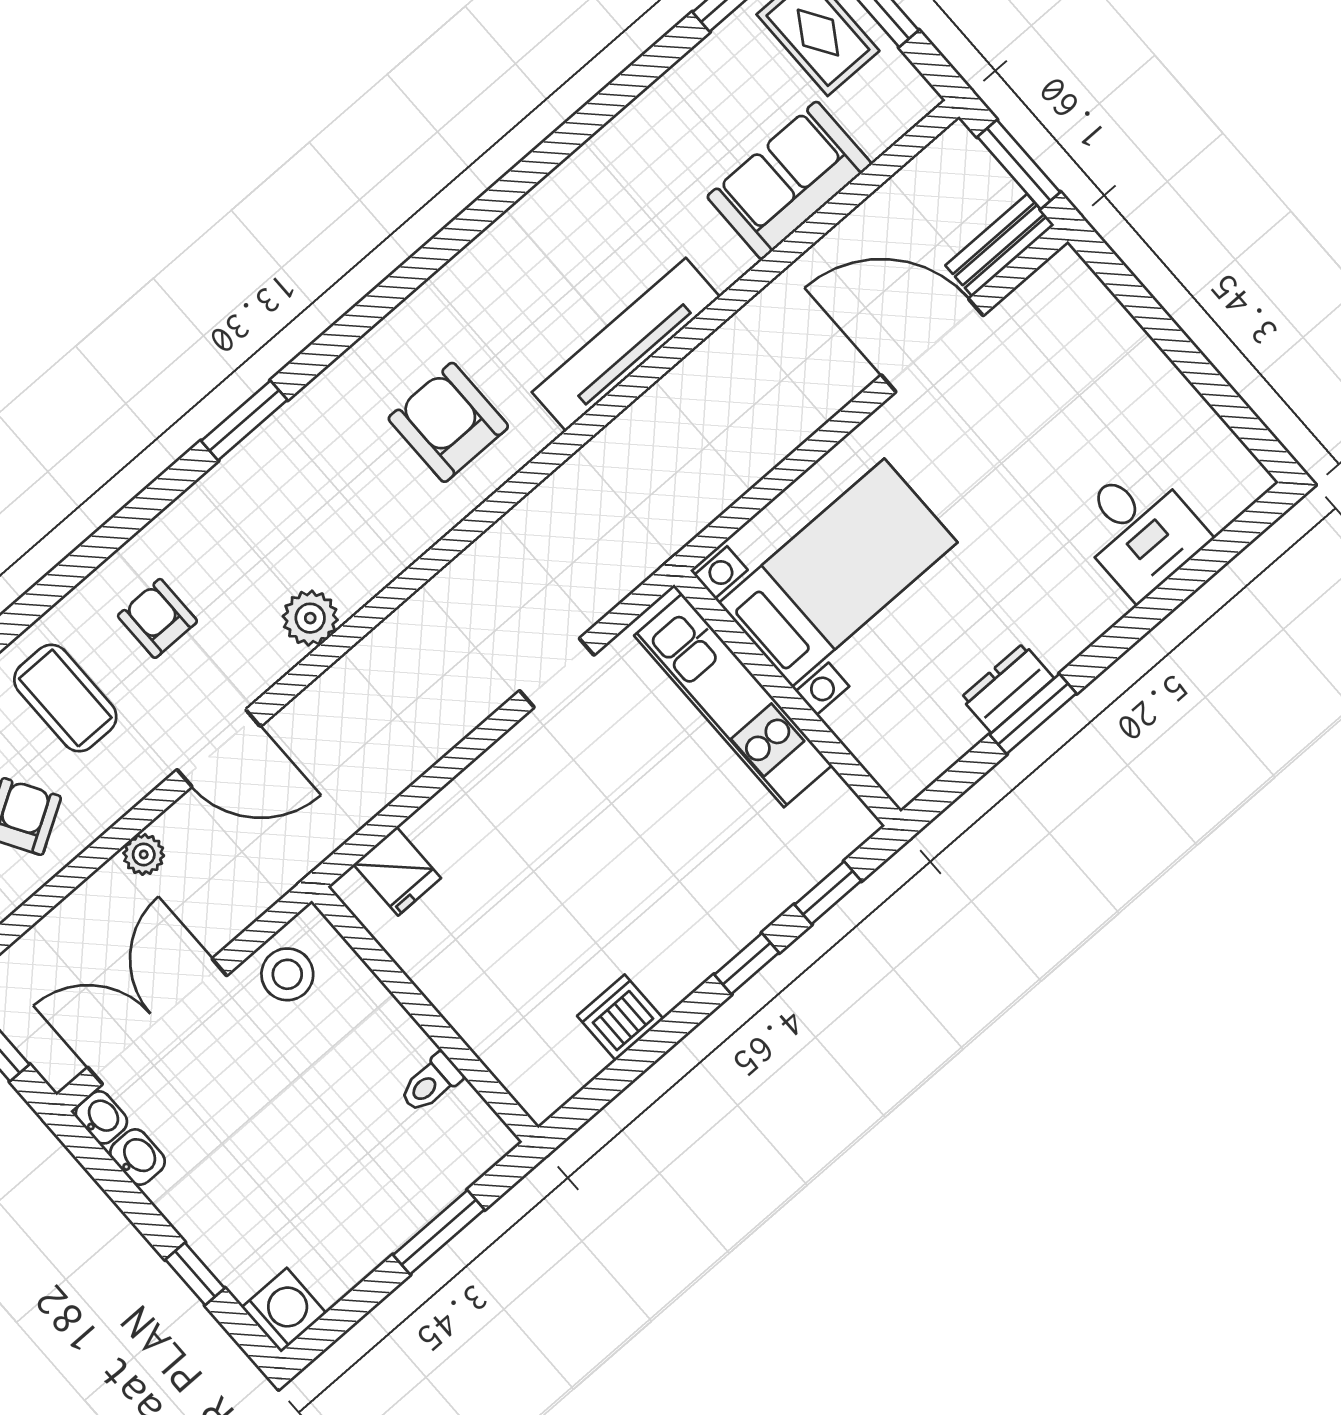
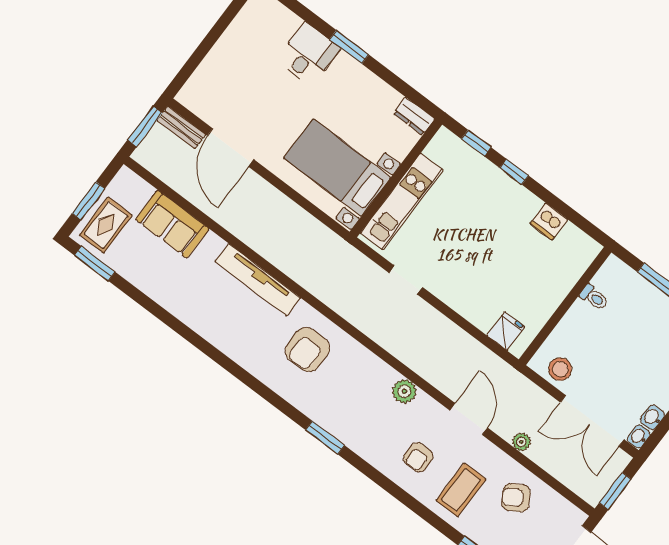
desk: (1139, 530) -> (308, 54), moved
dresser: (1007, 688) -> (414, 116), moved
window: (1033, 714) -> (349, 47), moved

